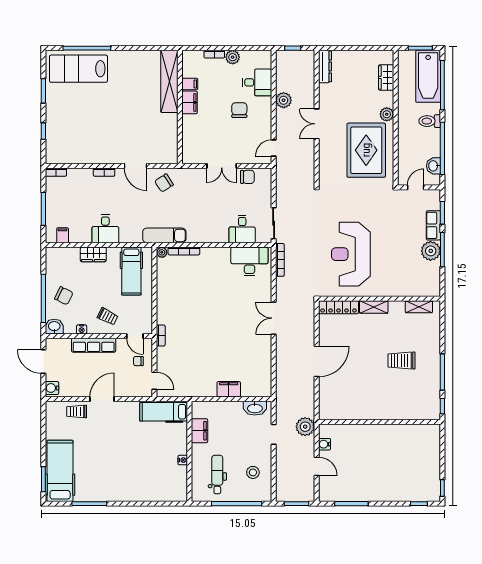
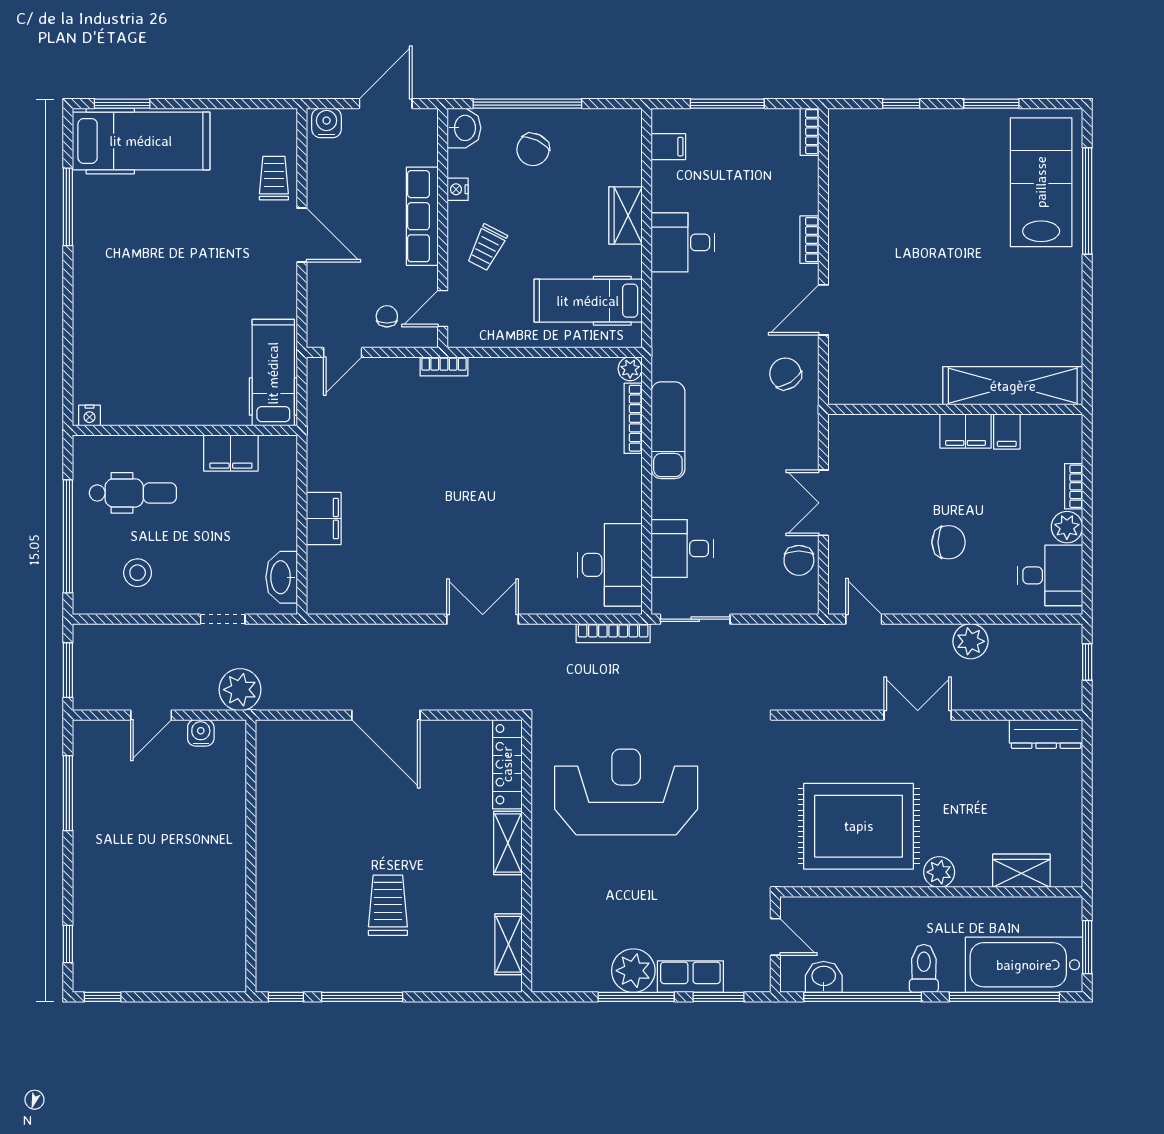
desk: (257, 82) -> (1050, 575), moved, turned -90
exam couch: (164, 235) -> (668, 430), moved
nightstand: (183, 460) -> (90, 415), moved

